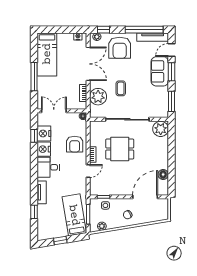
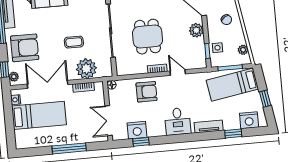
bed: (47, 54) -> (39, 115), moved
nightstand: (44, 149) -> (249, 120), moved
plant: (121, 189) -> (196, 30), added

